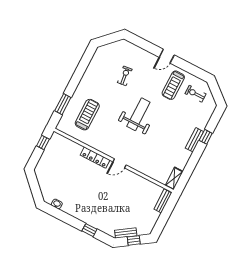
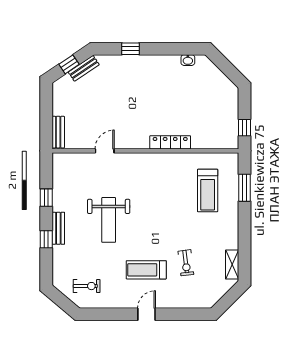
treadmill: (173, 85) -> (146, 270), moved, turned -90
weight bench: (138, 114) -> (109, 220), moved
door: (120, 163) -> (105, 151), moved
window: (192, 163) -> (46, 198), added
shelving: (174, 178) -> (232, 265), moved

